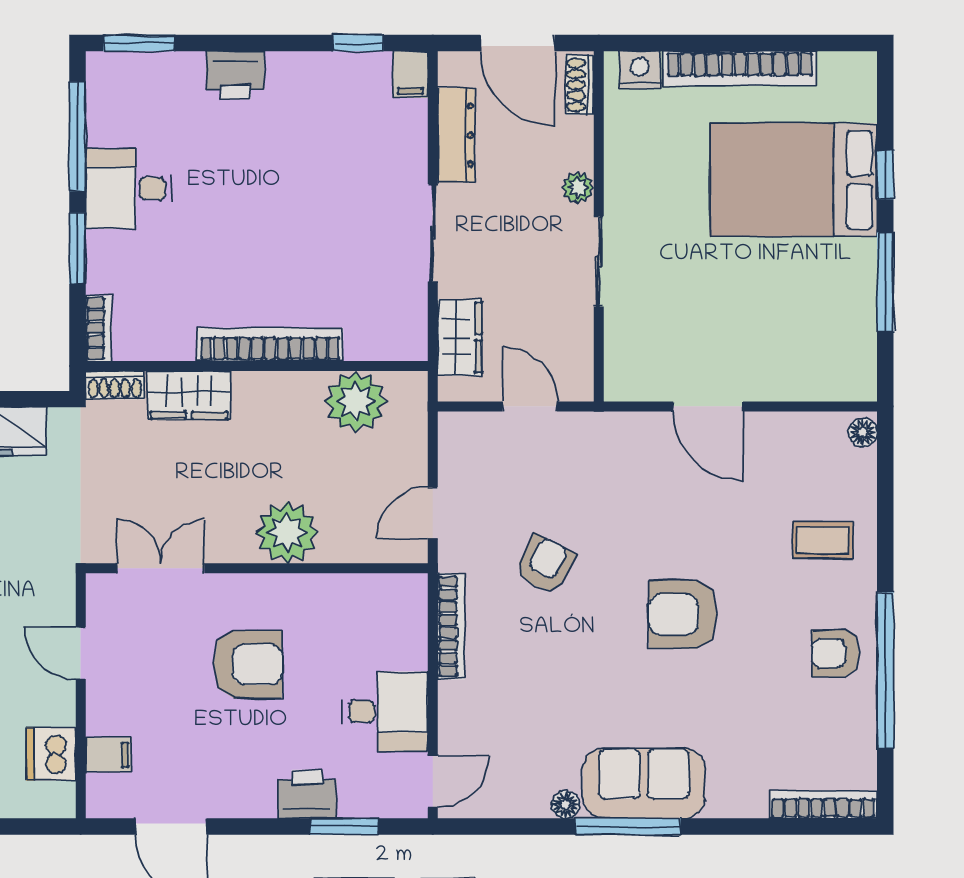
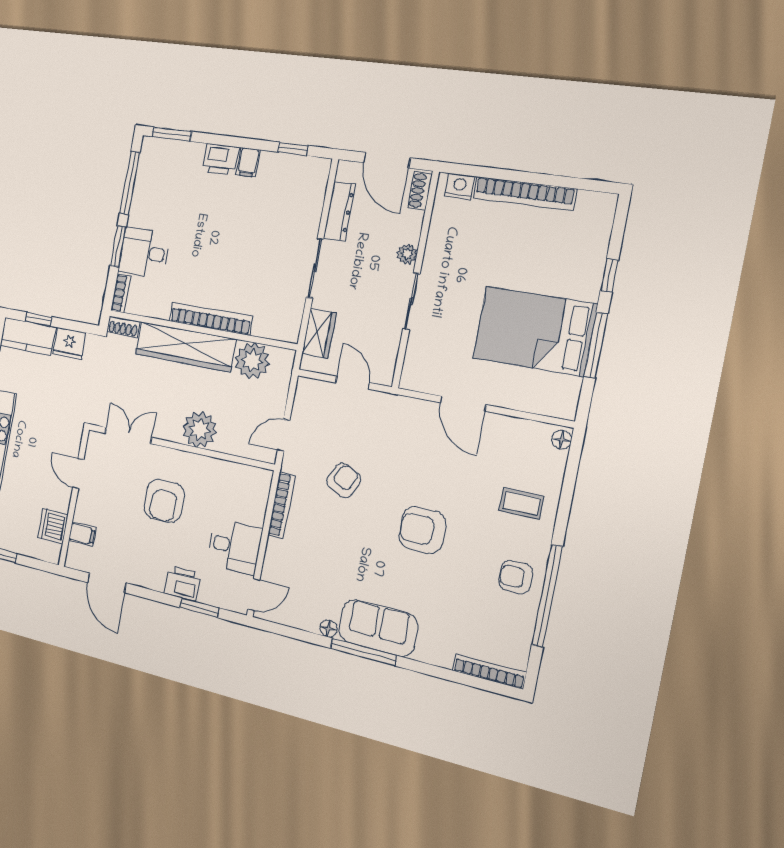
filing cabinet: (410, 74) -> (248, 162), moved
bed: (794, 180) -> (534, 331), moved
desk: (129, 189) -> (144, 253), moved
wardrobe: (189, 395) -> (185, 347), width x2.10, depth x1.17
armchair: (248, 664) -> (164, 501), turned 90

